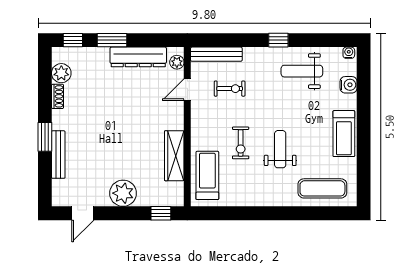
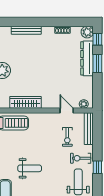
dresser: (138, 57) -> (87, 58), moved
plant: (61, 73) -> (87, 32), moved
window: (45, 137) -> (37, 22), removed
exercise bike: (241, 143) -> (81, 158), moved

